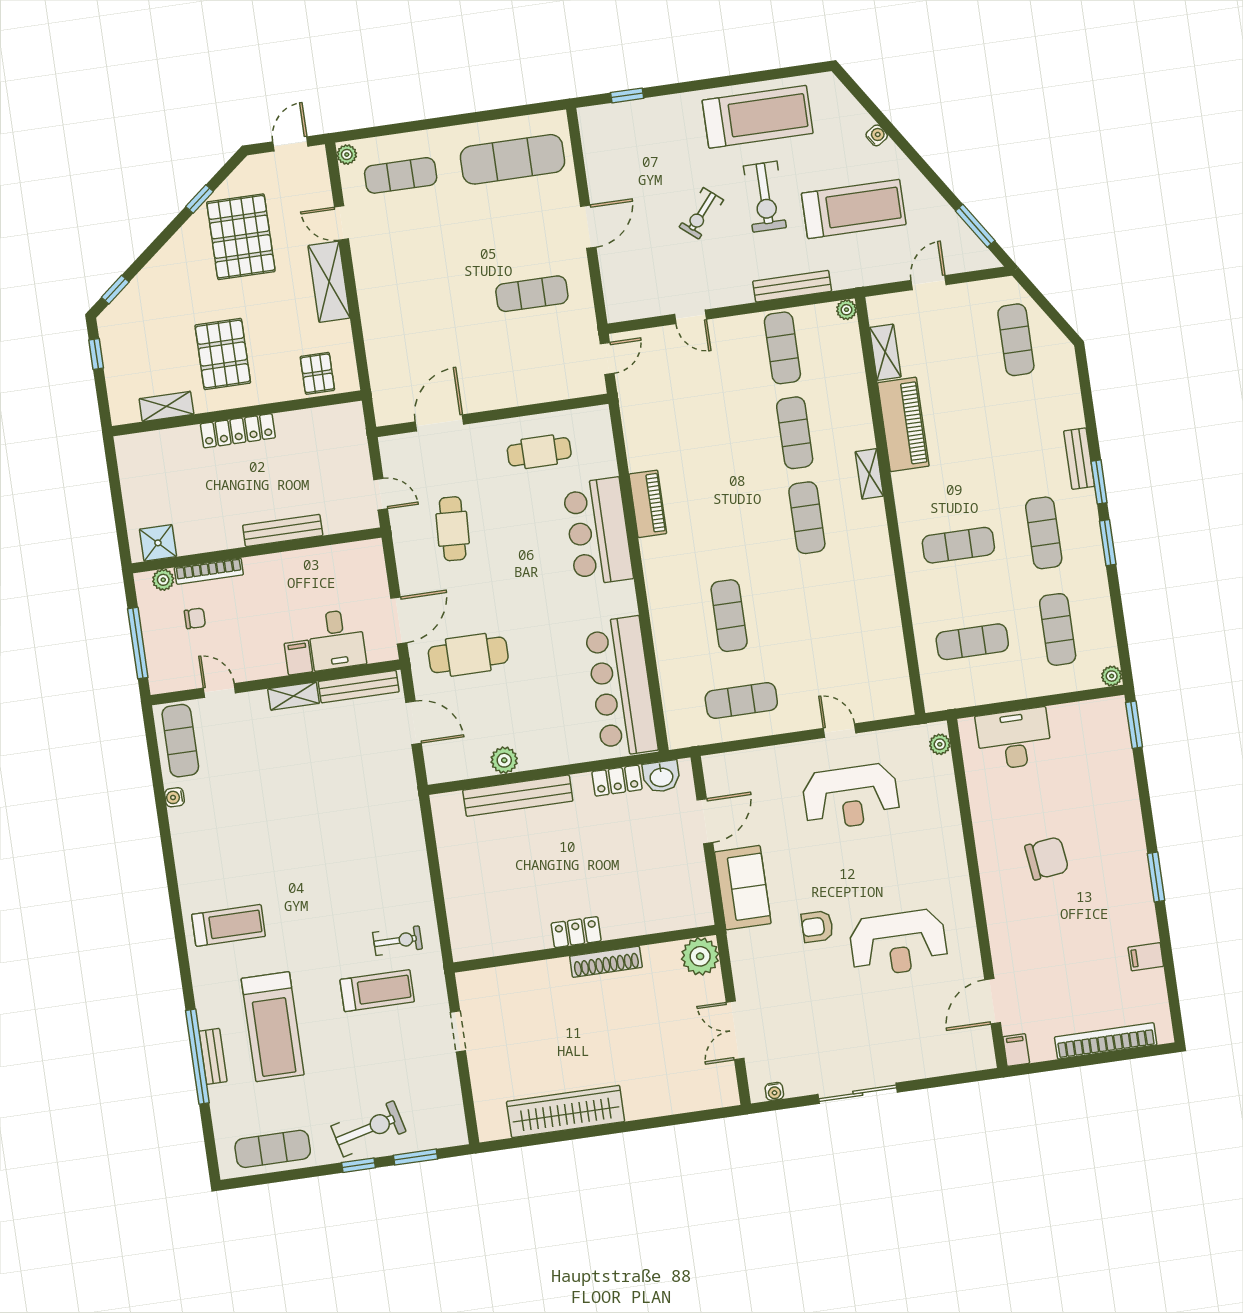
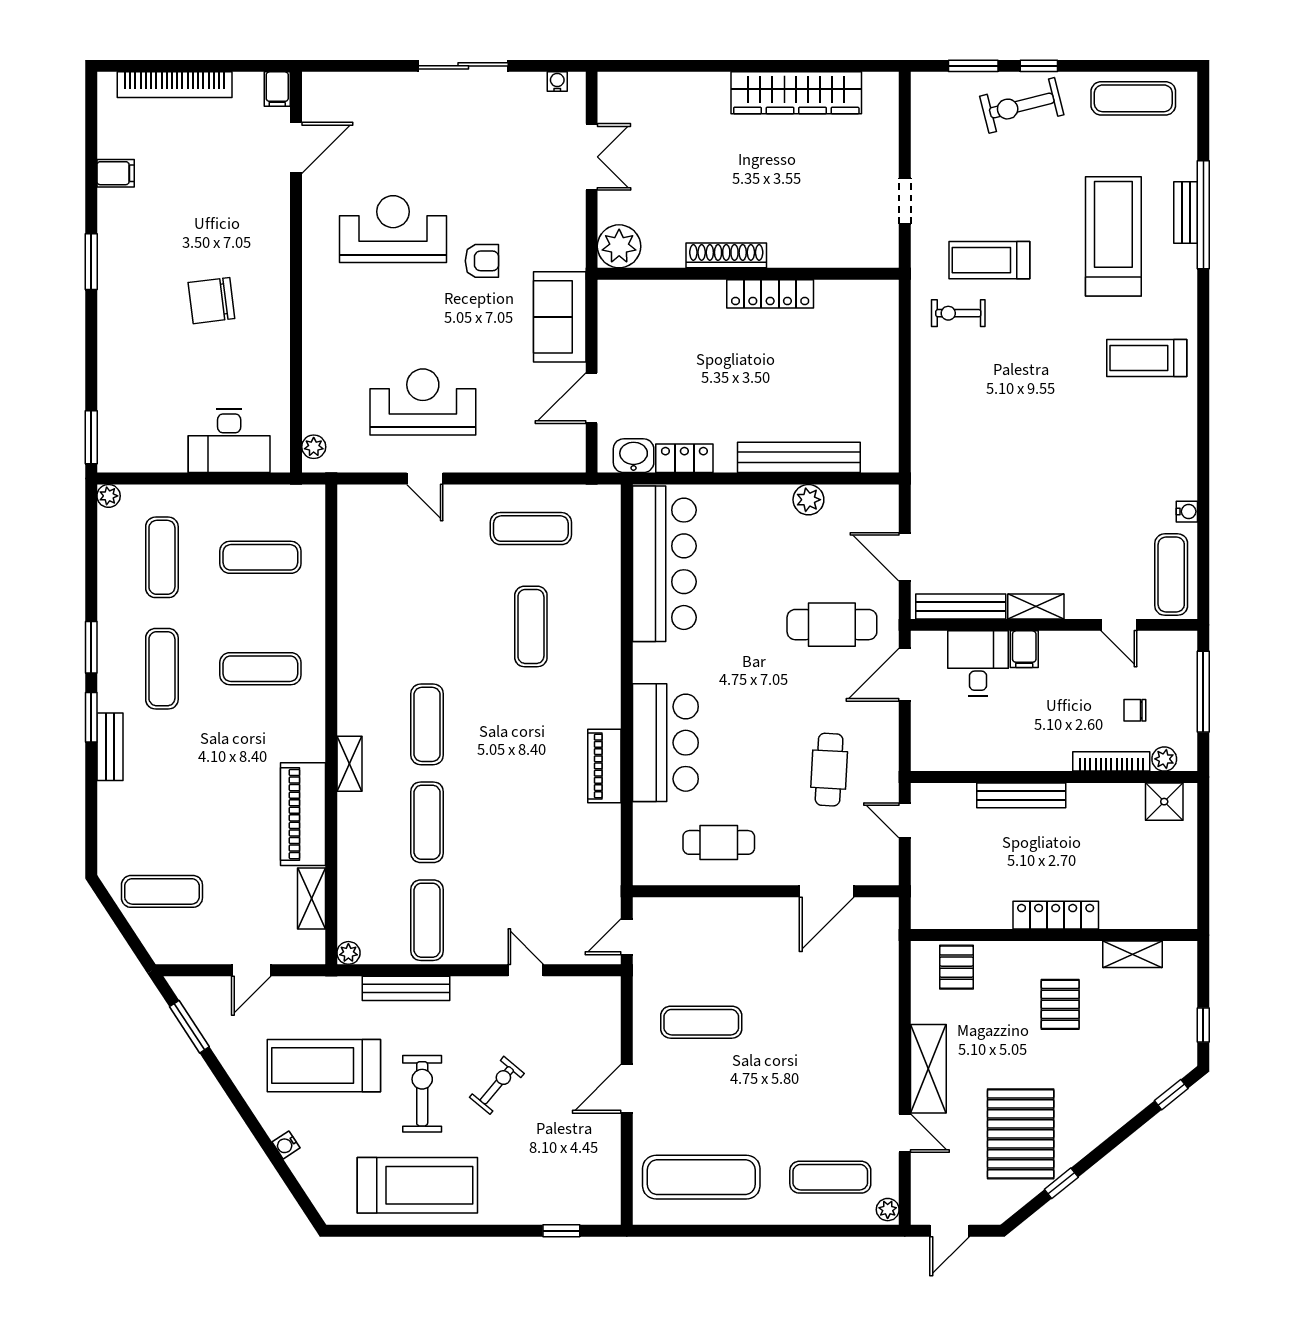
treadmill: (758, 117) -> (417, 1185), turned 180
exercise mat: (1016, 340) -> (162, 891), turned 90
pallet: (223, 354) -> (1060, 1004), width x0.67, depth x0.71
locker: (576, 932) -> (770, 294), width x1.53

